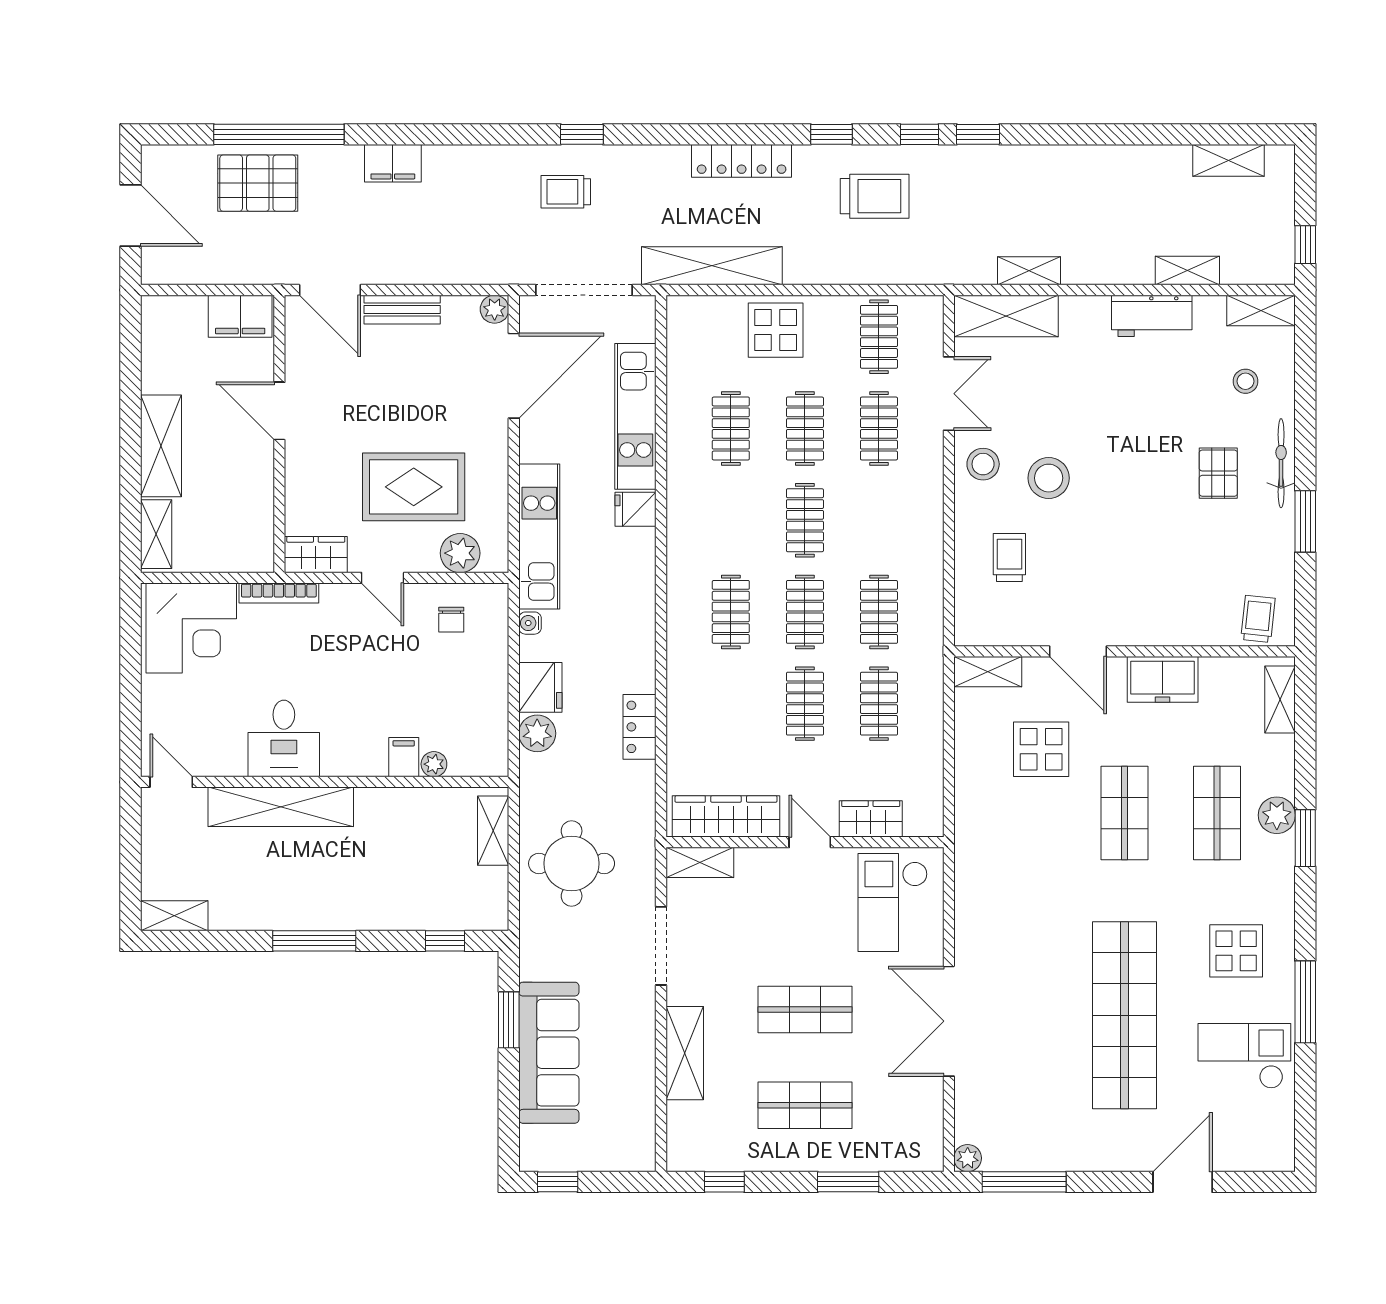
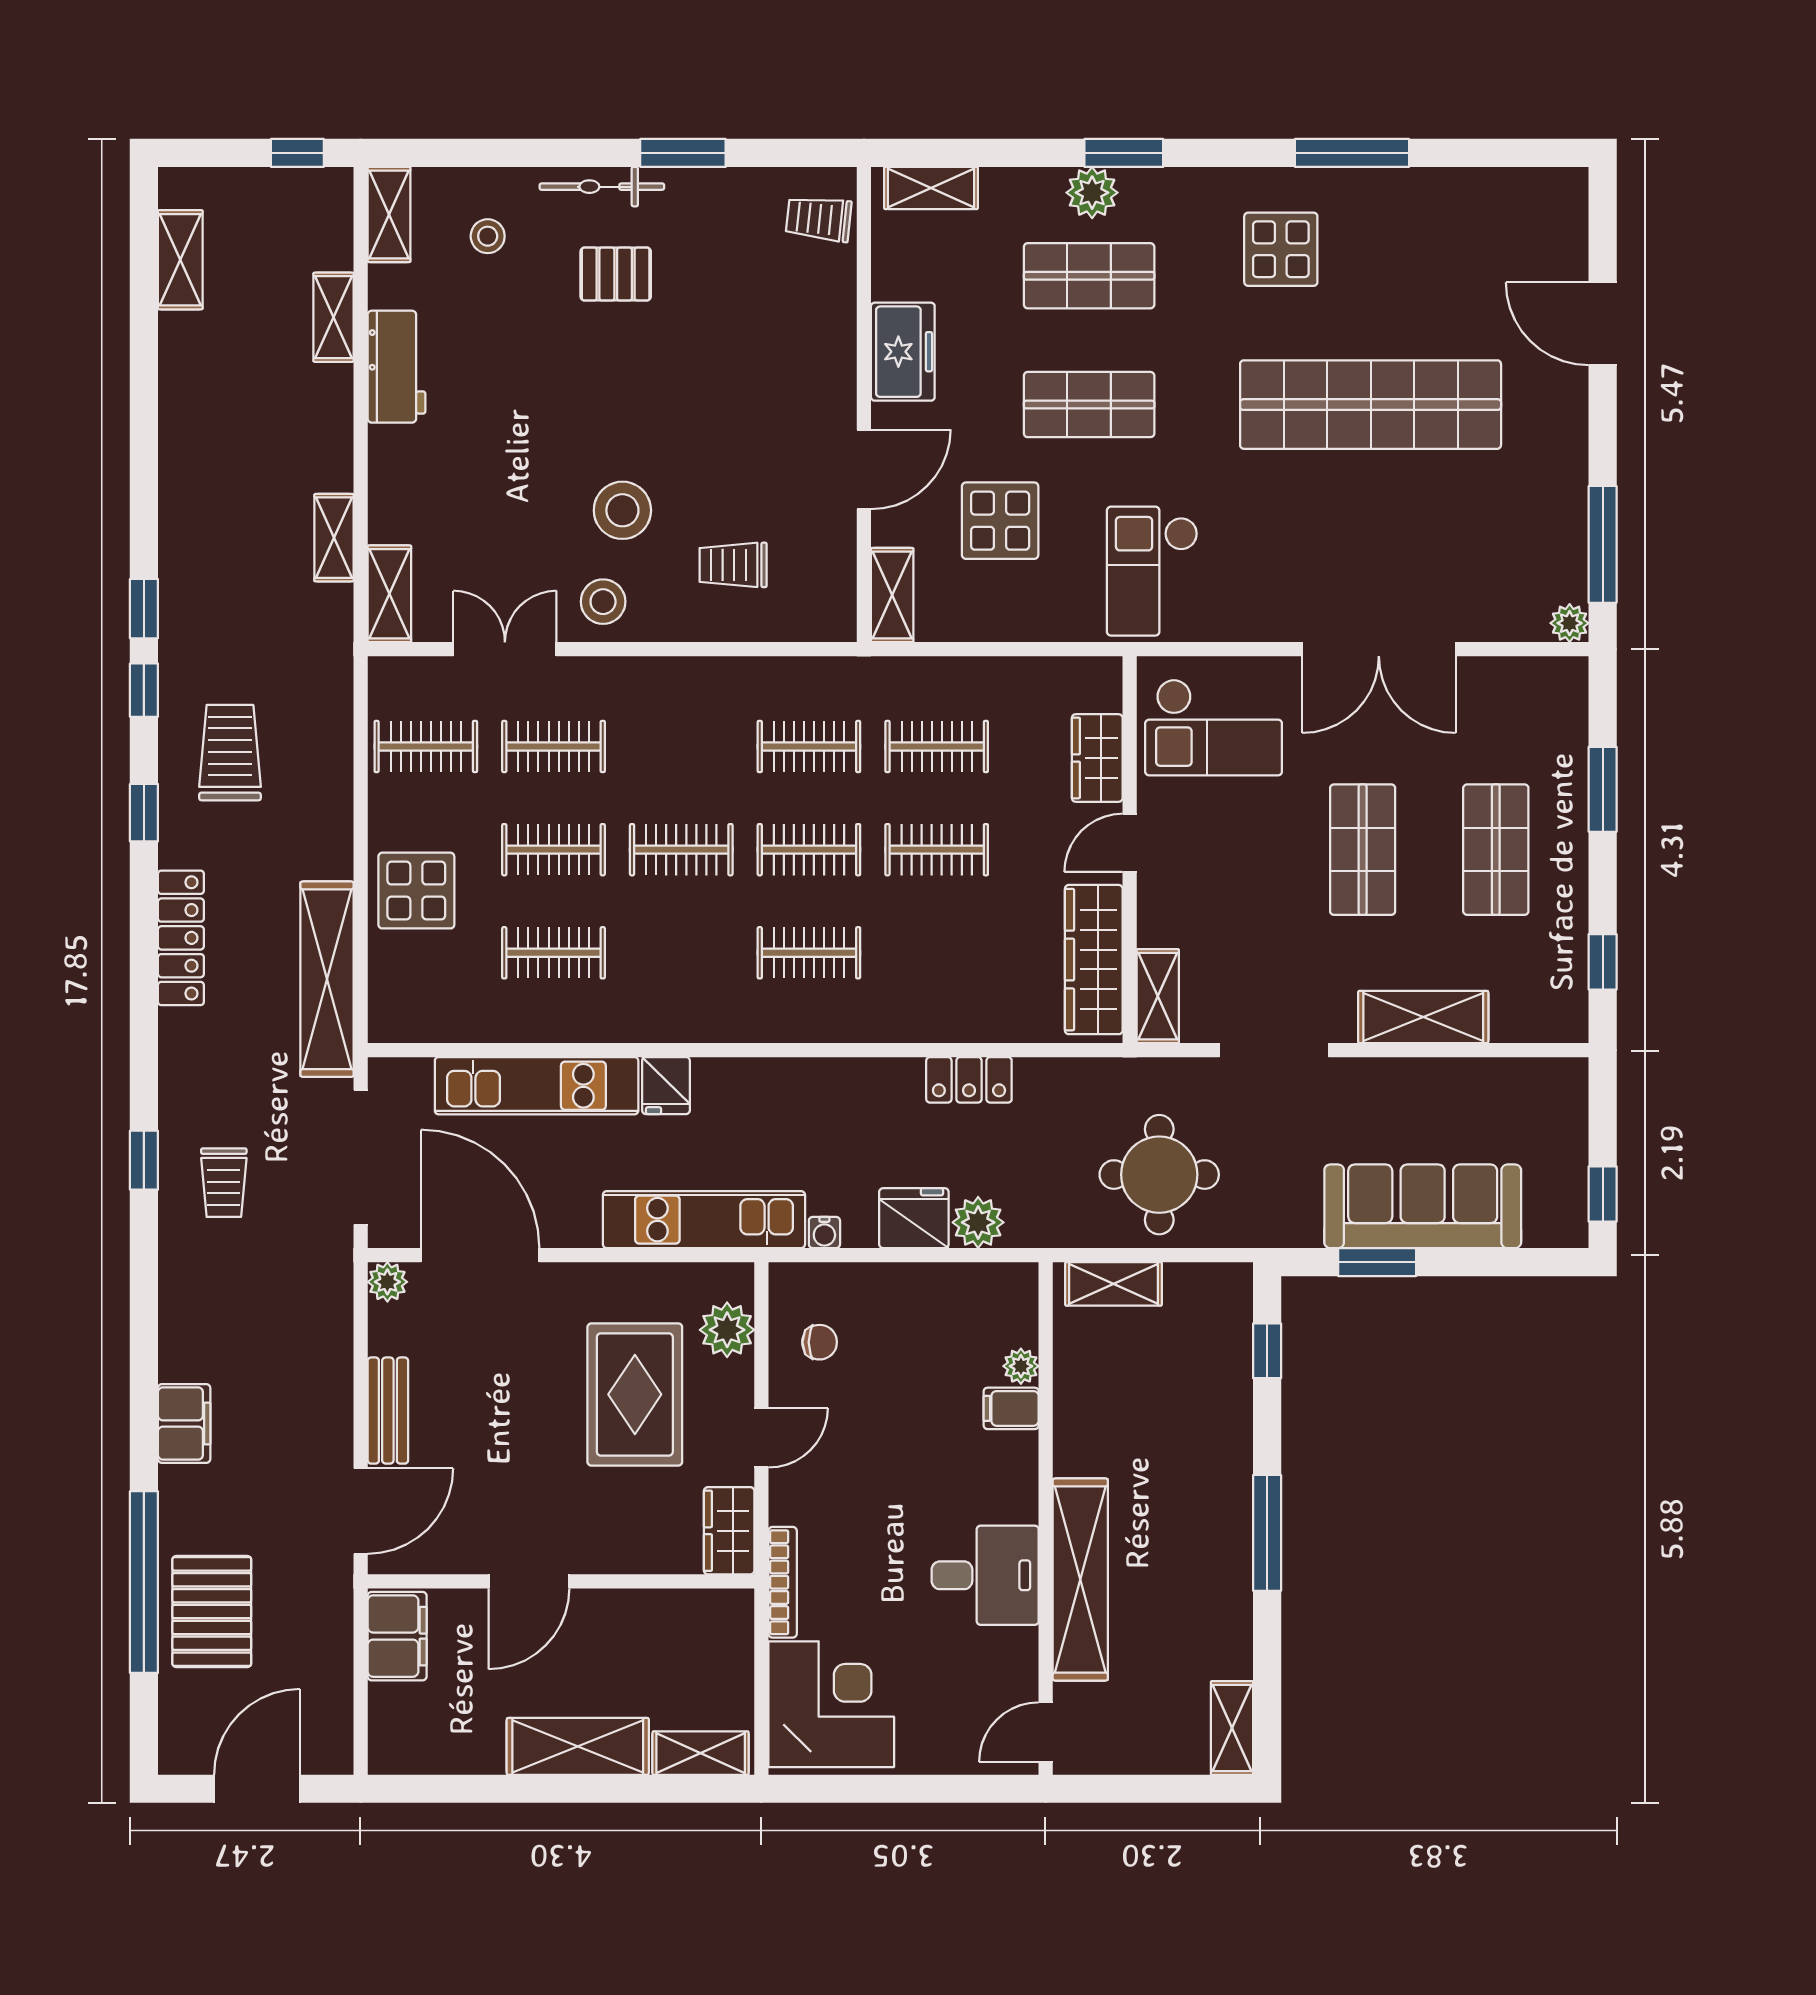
shelving: (1006, 316) -> (389, 594), width x0.67, depth x0.75
checkout: (1244, 1056) -> (1152, 571), moved

